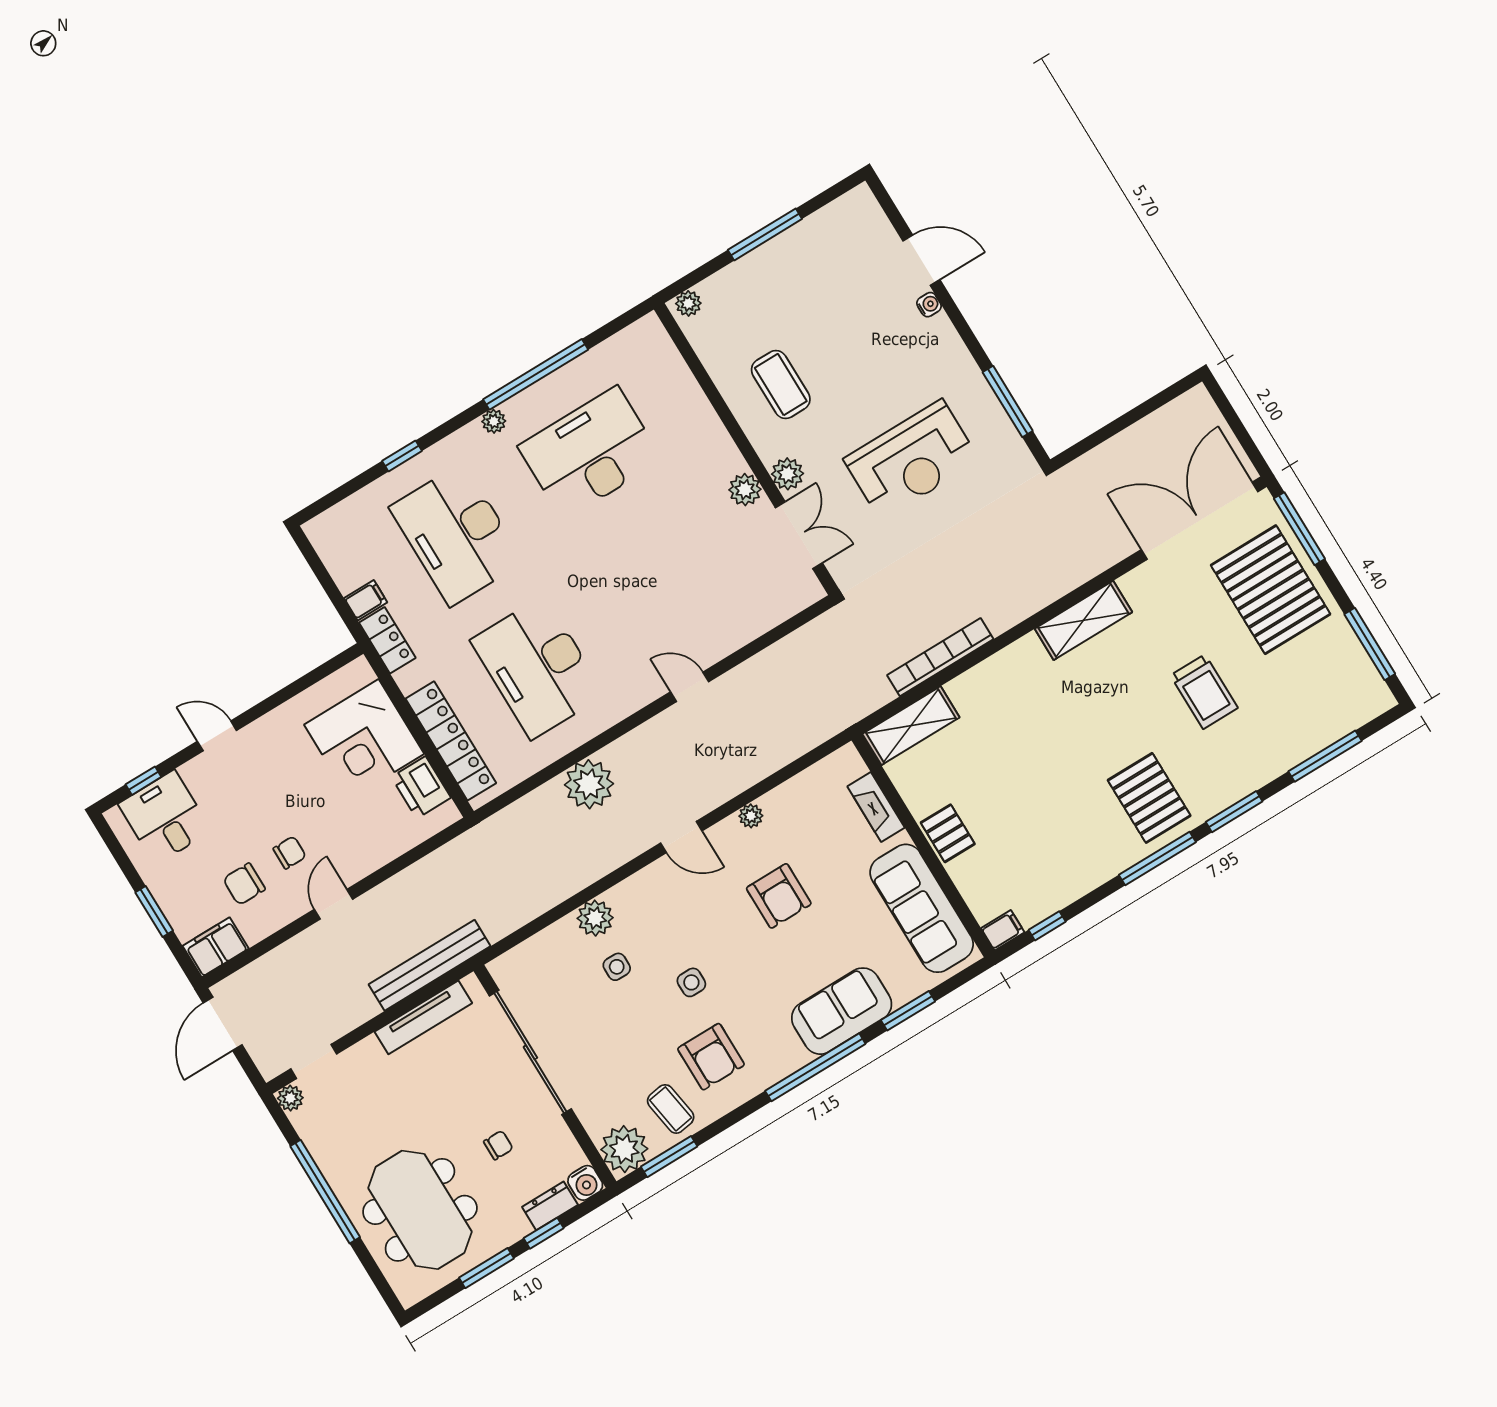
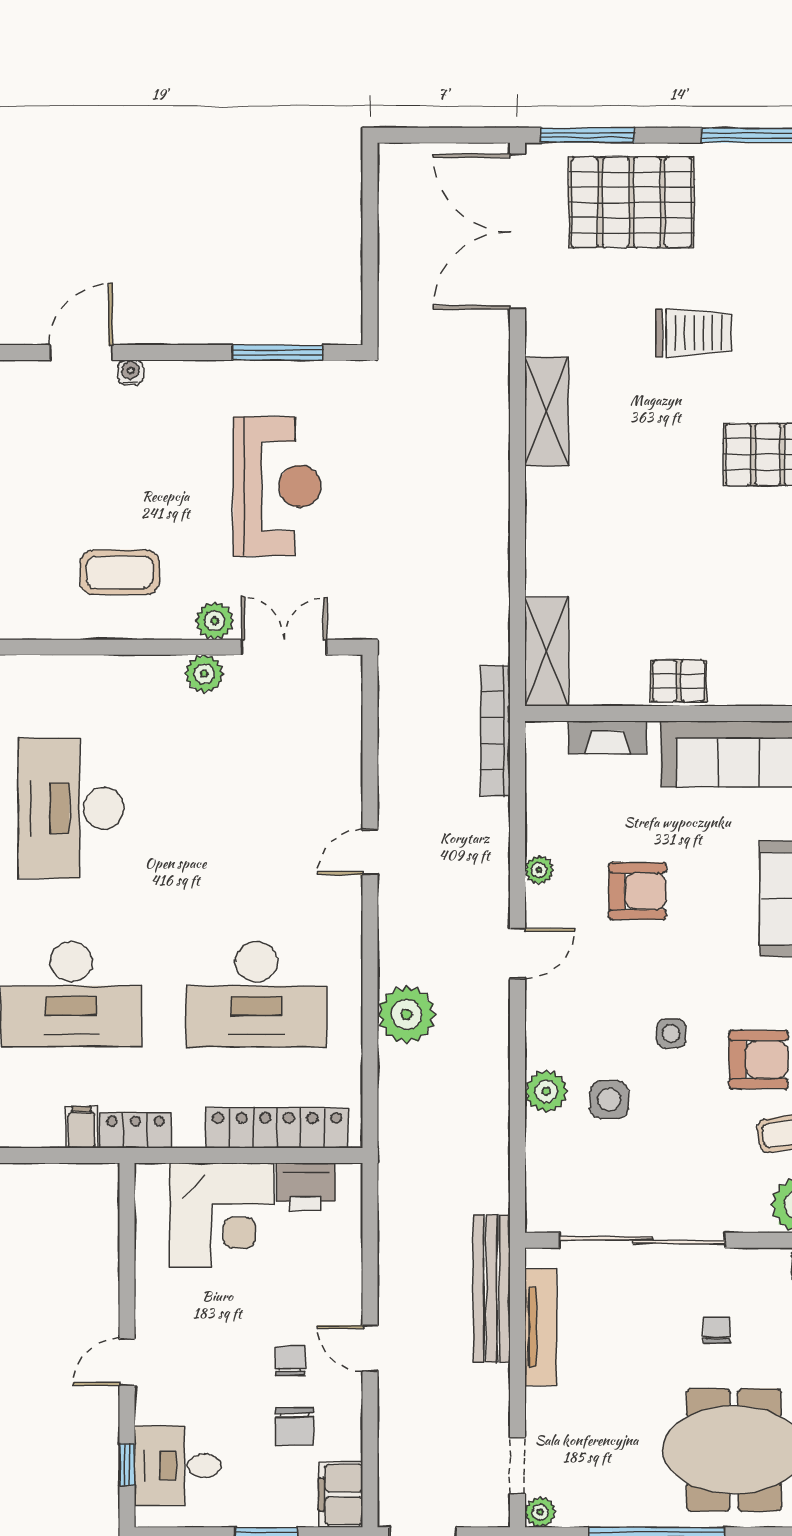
bookcase: (940, 657) -> (495, 731), moved
side table: (617, 967) -> (609, 1100), width x1.37, depth x1.37

